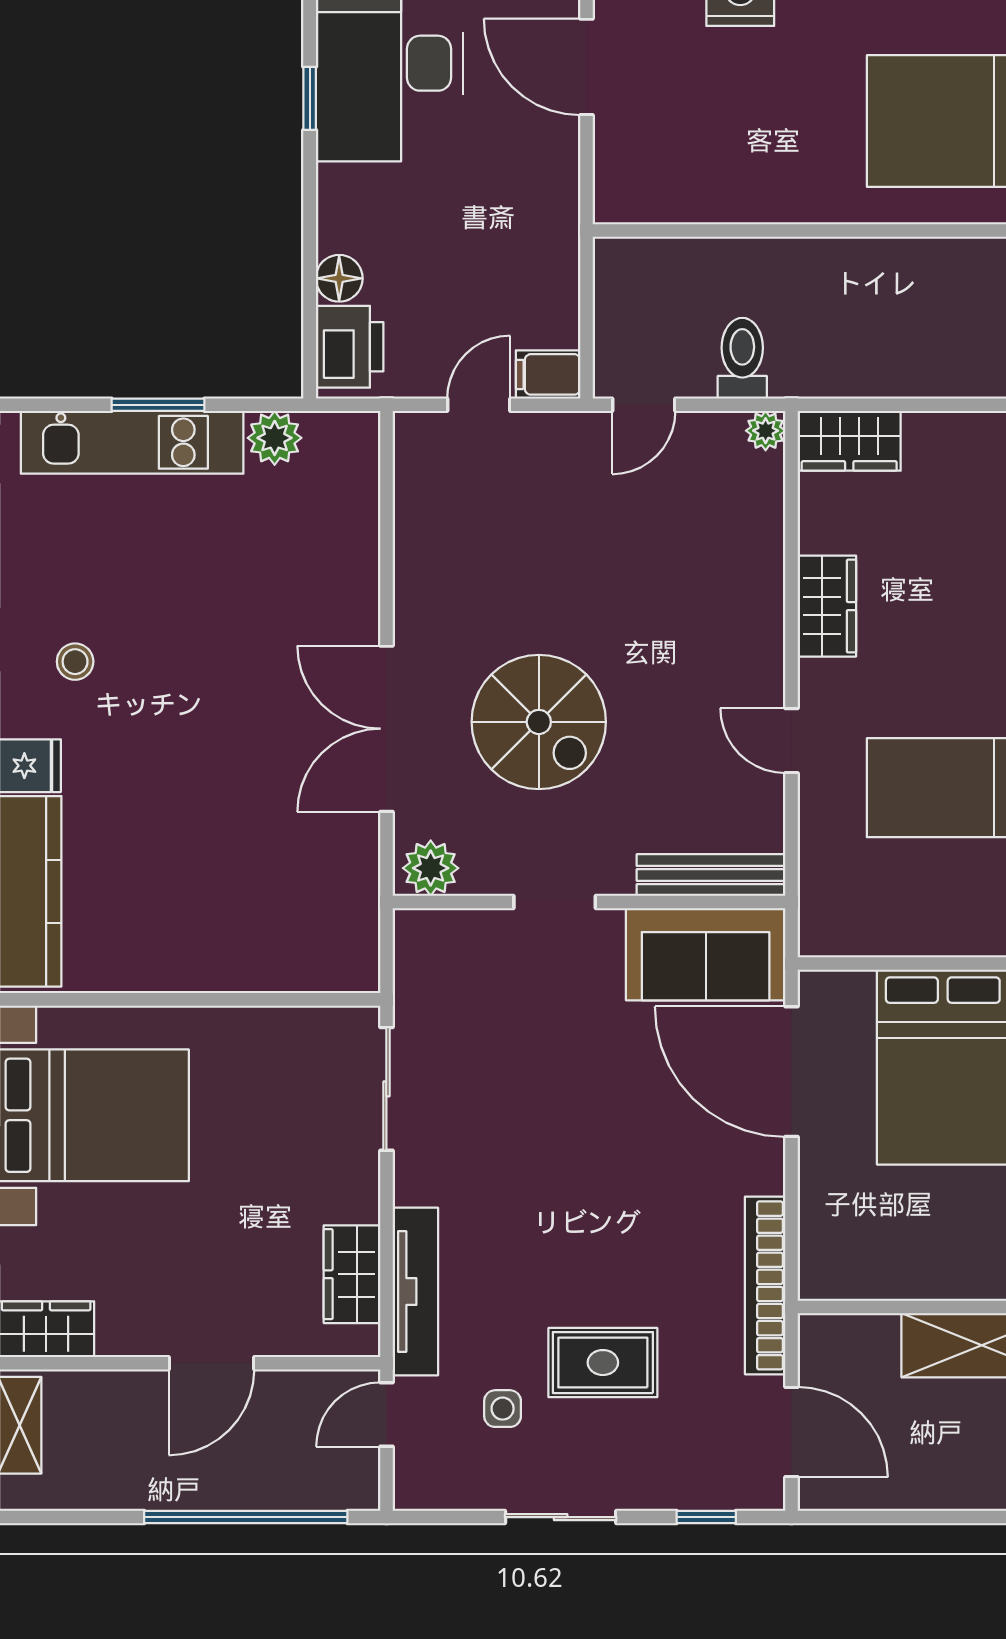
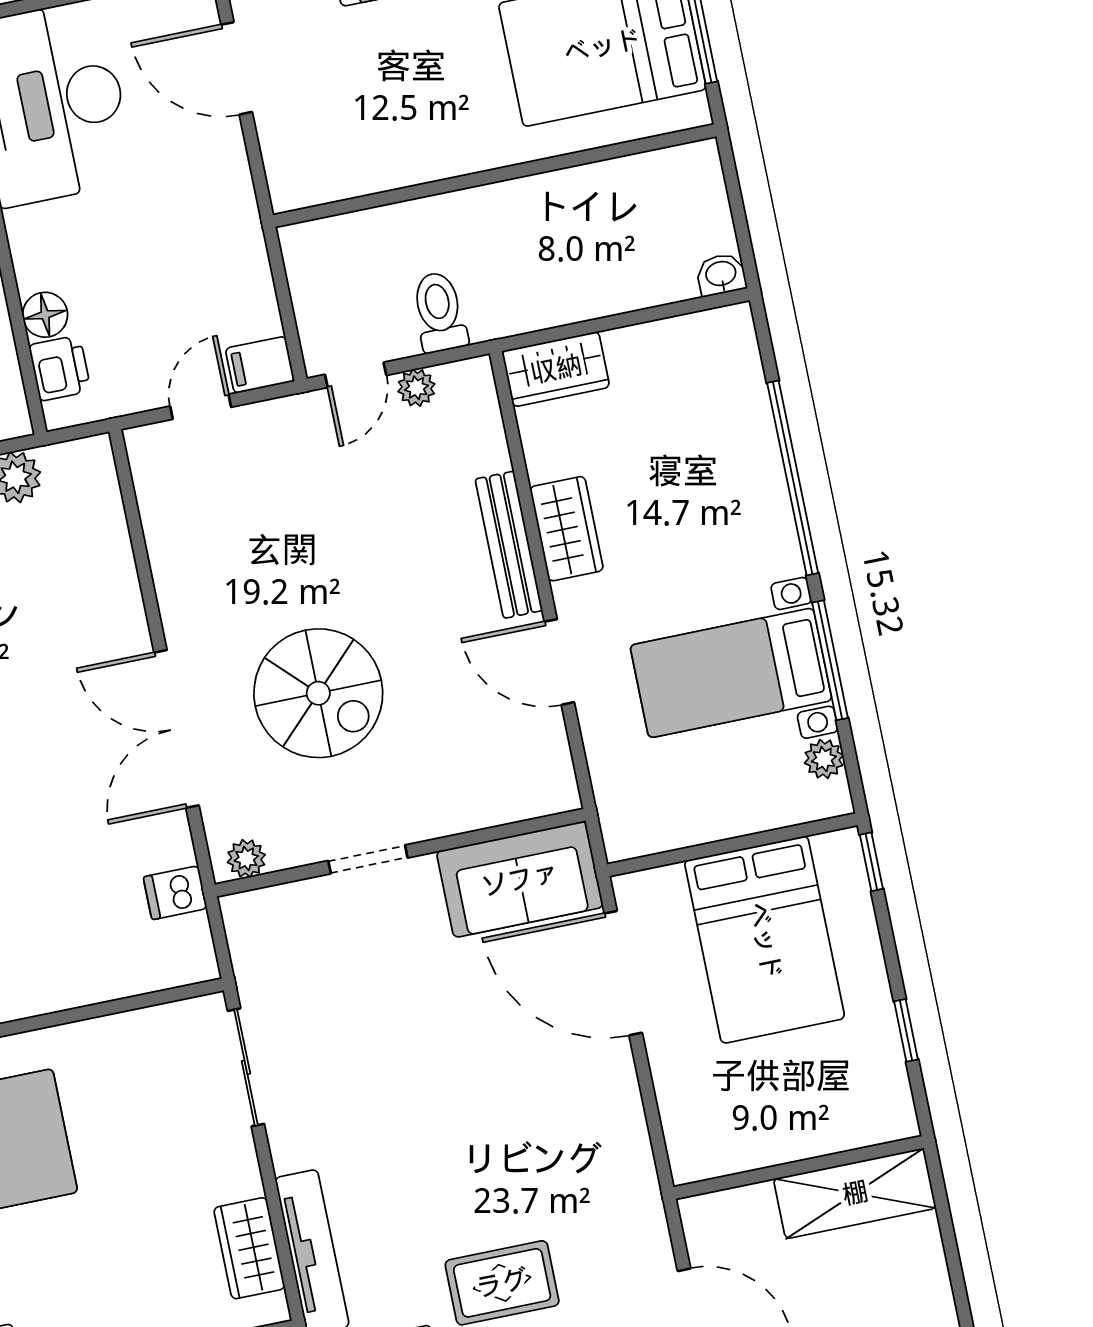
printer: (350, 347) -> (60, 368), width x0.73, depth x0.81
plant: (766, 431) -> (416, 388), moved
door: (791, 741) -> (559, 662), width x1.38
plant: (431, 868) -> (246, 858), width x0.73, depth x0.73
bench: (711, 875) -> (509, 545), moved, turned 90
dishwasher: (351, 896) -> (175, 893), added
bookcase: (765, 1285) -> (640, 1179), removed

